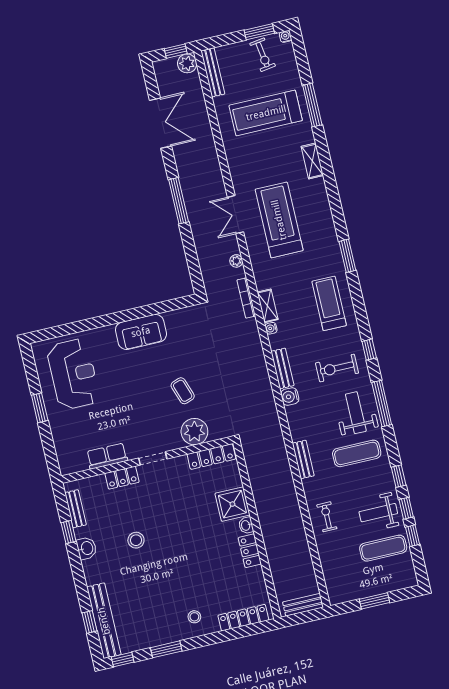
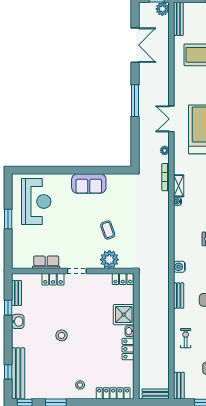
bench: (282, 368) -> (179, 386), moved
water cooler: (290, 397) -> (179, 267), moved
locker: (211, 456) -> (123, 279), width x0.66
stool: (136, 540) -> (62, 335), moved

